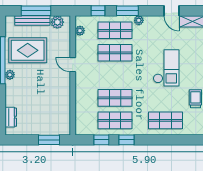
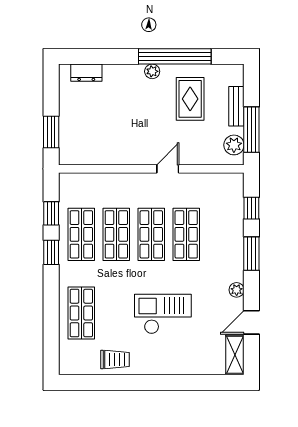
window: (36, 11) -> (251, 130), moved
bench: (32, 20) -> (236, 106), width x0.73
plant: (139, 20) -> (237, 290), moved
shop shelf: (115, 30) -> (151, 234), moved
plant: (80, 31) -> (221, 180), removed
rug: (28, 50) -> (190, 99), width x0.73, depth x0.70
checkout: (166, 68) -> (163, 314), turned 180

